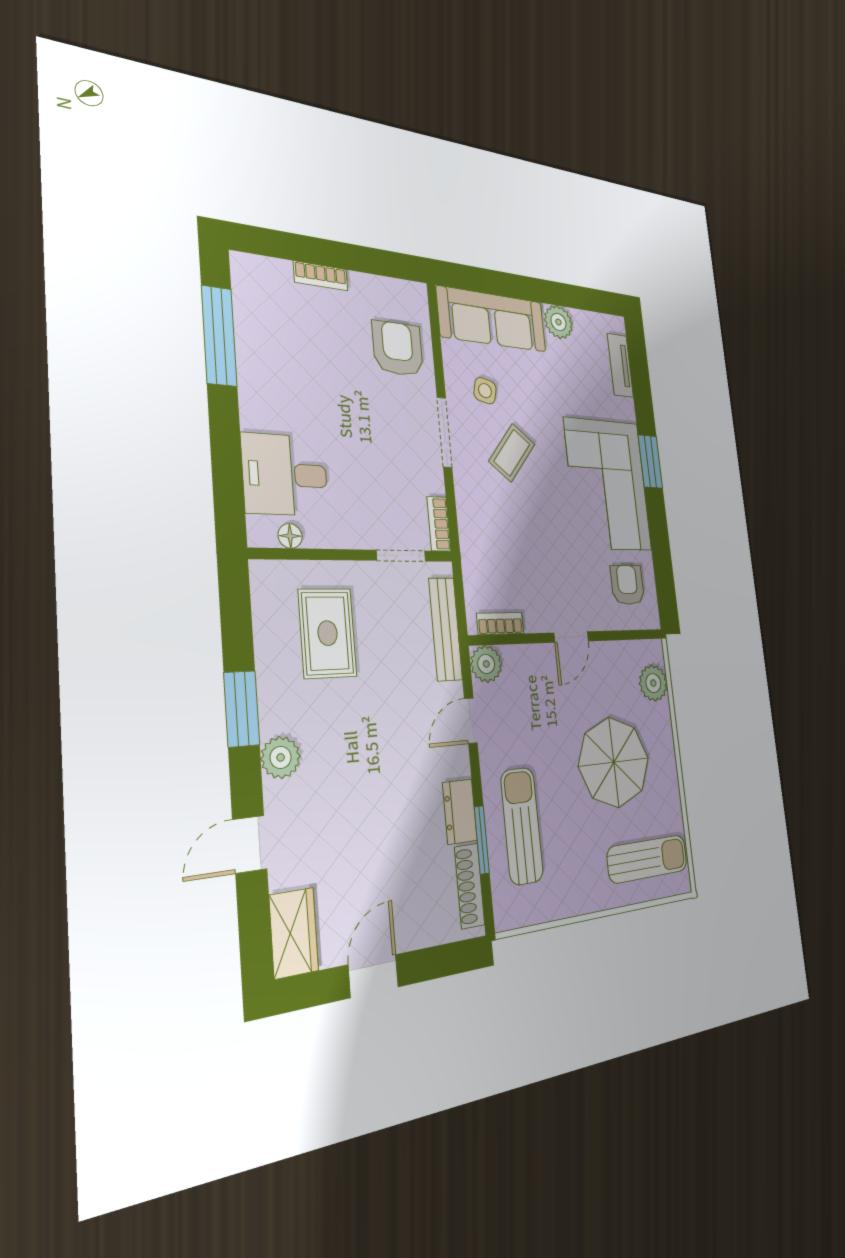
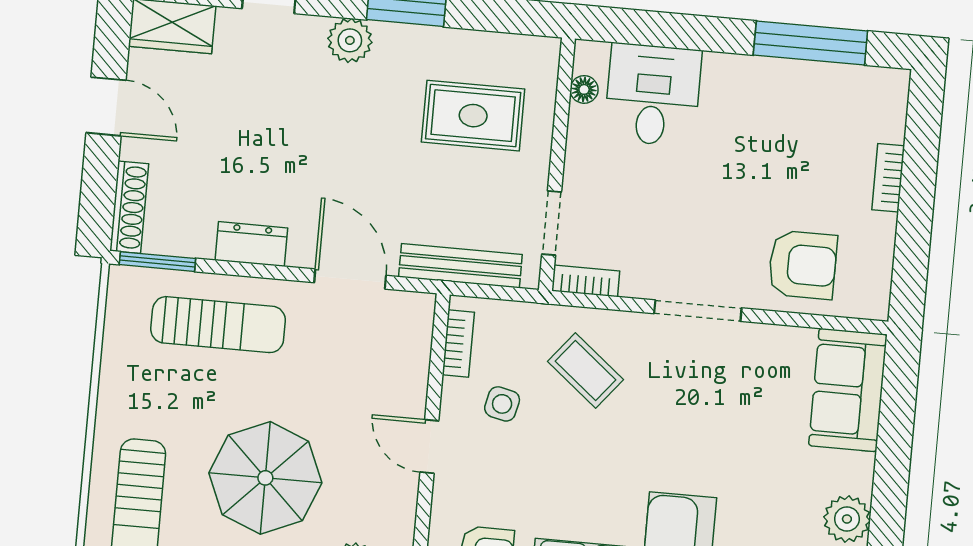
sofa: (492, 319) -> (848, 390), width x0.73
side table: (485, 391) -> (502, 404), moved
coffee table: (512, 453) -> (585, 371), moved
plant: (486, 664) -> (413, 314), removed
door: (471, 721) -> (350, 279), width x1.38
window: (482, 840) -> (157, 262), moved
shoe rack: (470, 886) -> (129, 207), moved, turned 90

